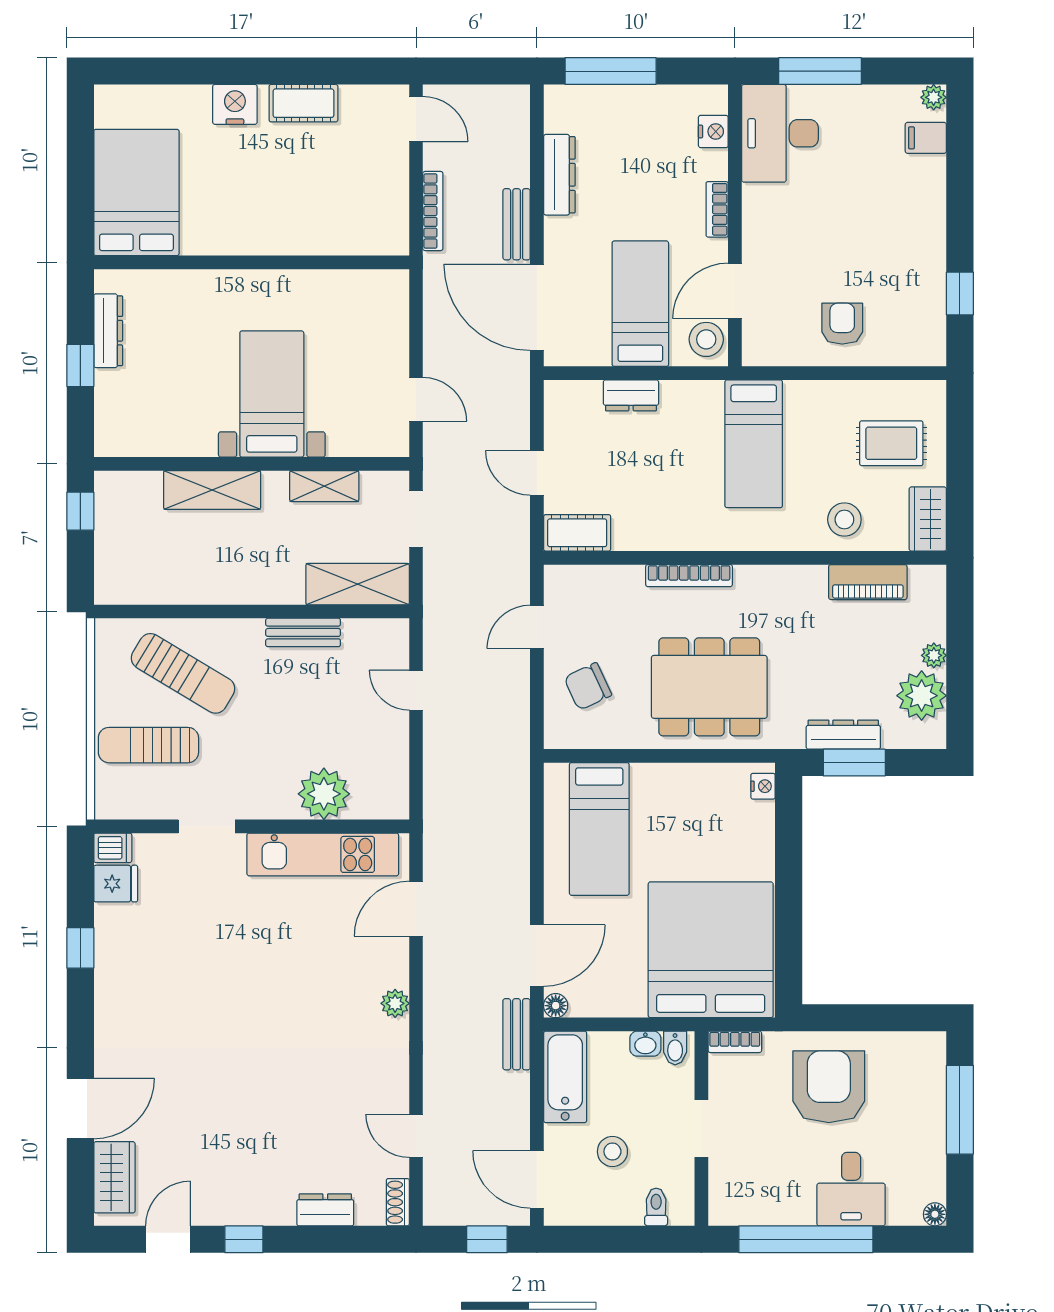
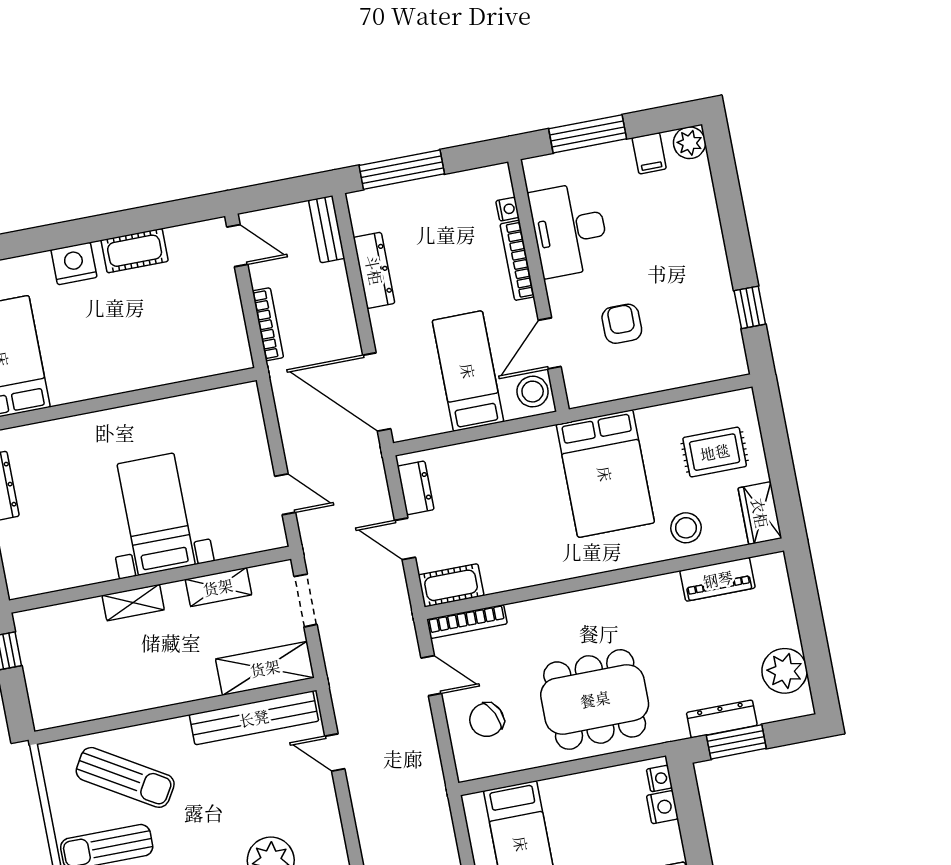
plant: (934, 97) -> (690, 143), width x1.38, depth x1.38
nightstand: (713, 131) -> (508, 209), width x0.72, depth x0.74
desk: (780, 133) -> (569, 230), moved
filing cabinet: (926, 138) -> (649, 153), moved, turned -90
bookcase: (717, 209) -> (517, 260), width x1.56
bench: (517, 224) -> (327, 229), moved
armchair: (842, 324) -> (622, 324), moved
dresser: (631, 395) -> (416, 488), moved, turned -90
bed: (754, 444) -> (605, 474), width x1.50
shelving: (212, 490) -> (133, 603), width x0.67, depth x0.75
bookcase: (689, 576) -> (467, 622), moved
door: (537, 627) -> (431, 676), swing flipped
bench: (303, 632) -> (254, 718), width x1.86, depth x1.21
plant: (934, 655) -> (789, 633), removed
nightstand: (760, 818) -> (662, 807), added

